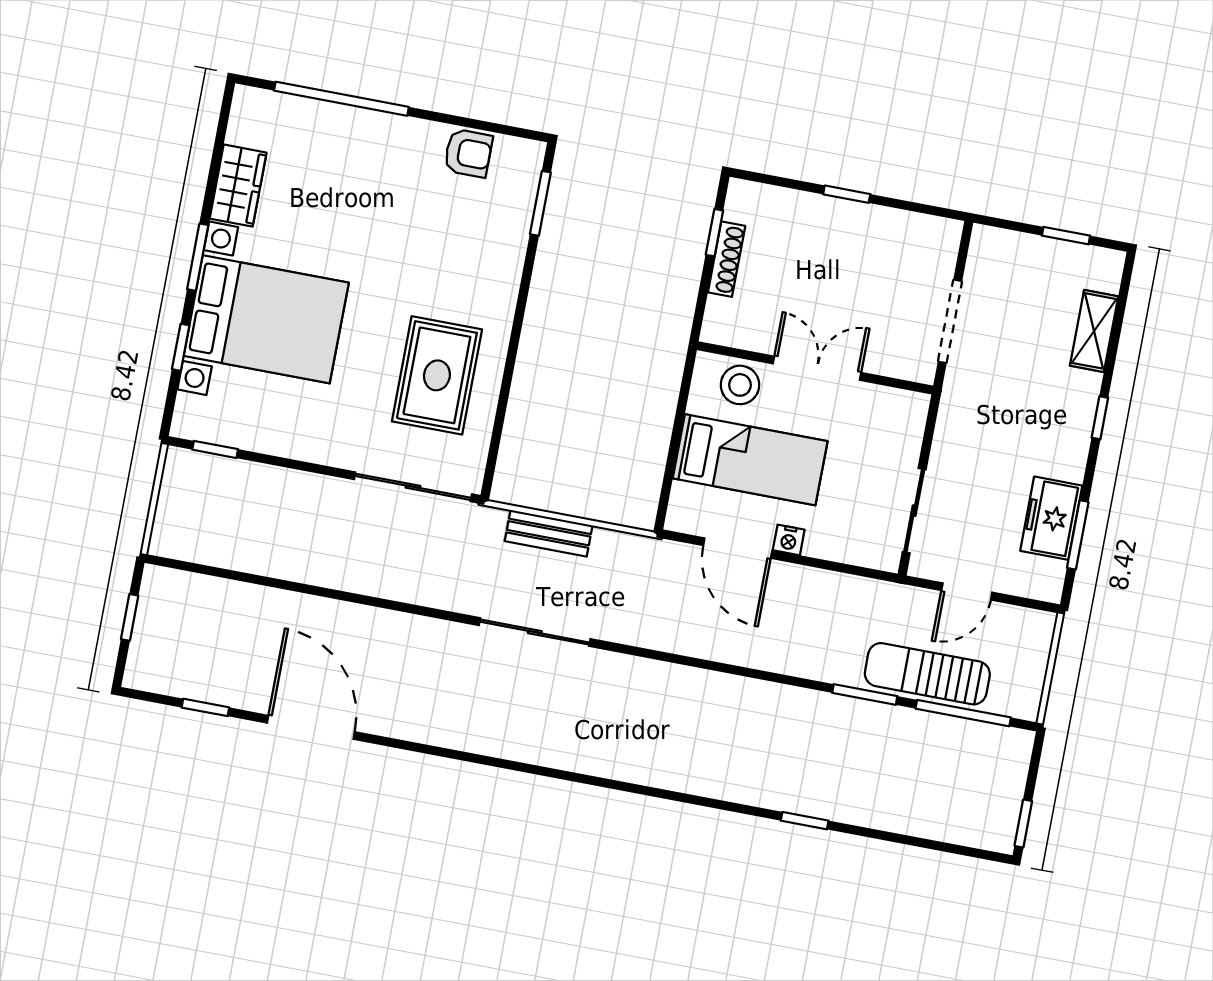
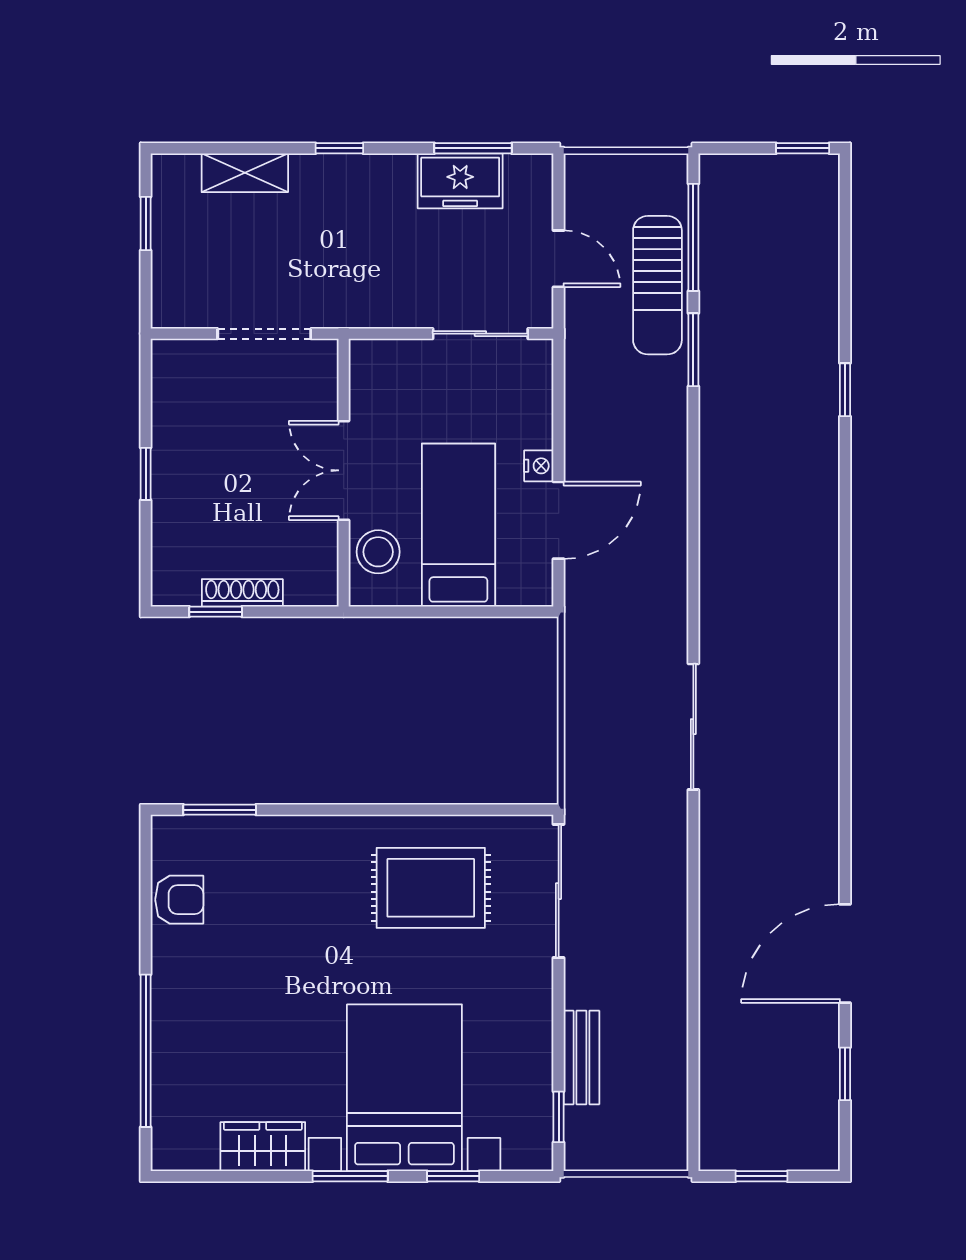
armchair: (468, 153) -> (179, 900), turned 90
bench: (549, 533) -> (581, 1058), moved

